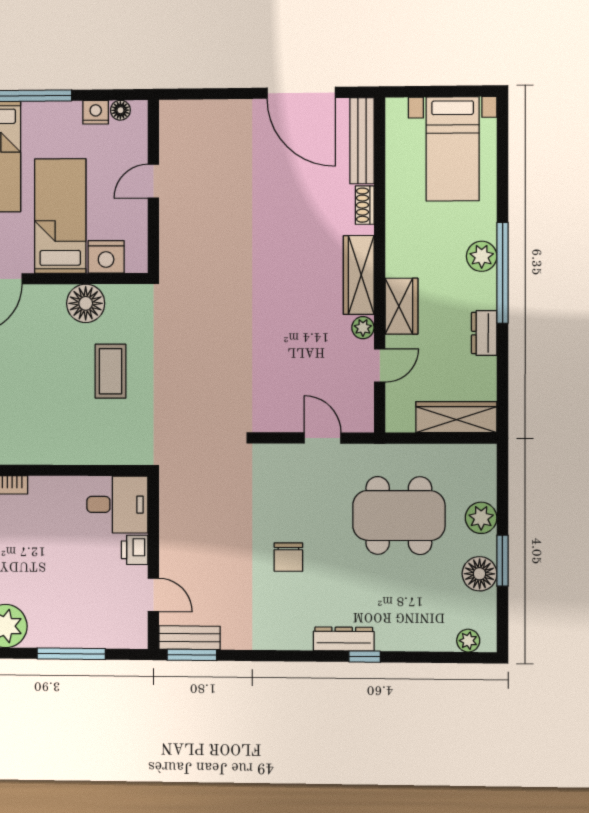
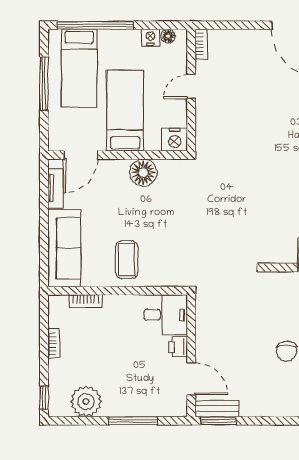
bookcase: (167, 121) -> (201, 44), added
nightstand: (106, 257) -> (175, 140), moved
coffee table: (110, 371) -> (127, 260), moved
door: (153, 595) -> (191, 379), width x1.38

